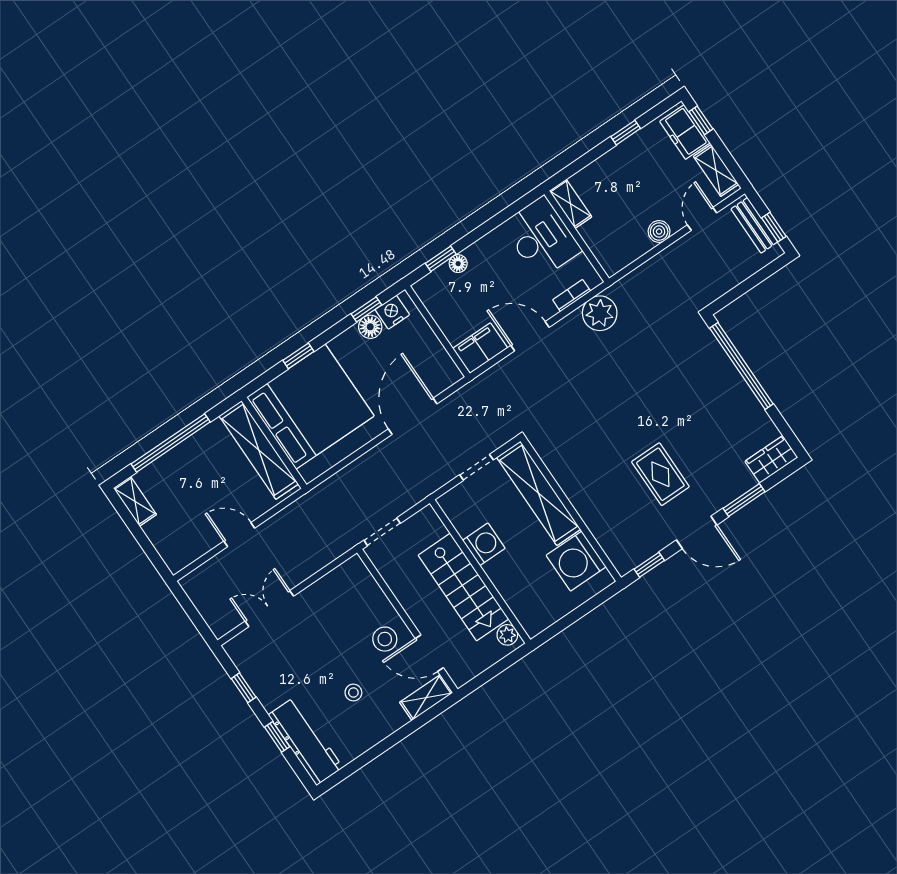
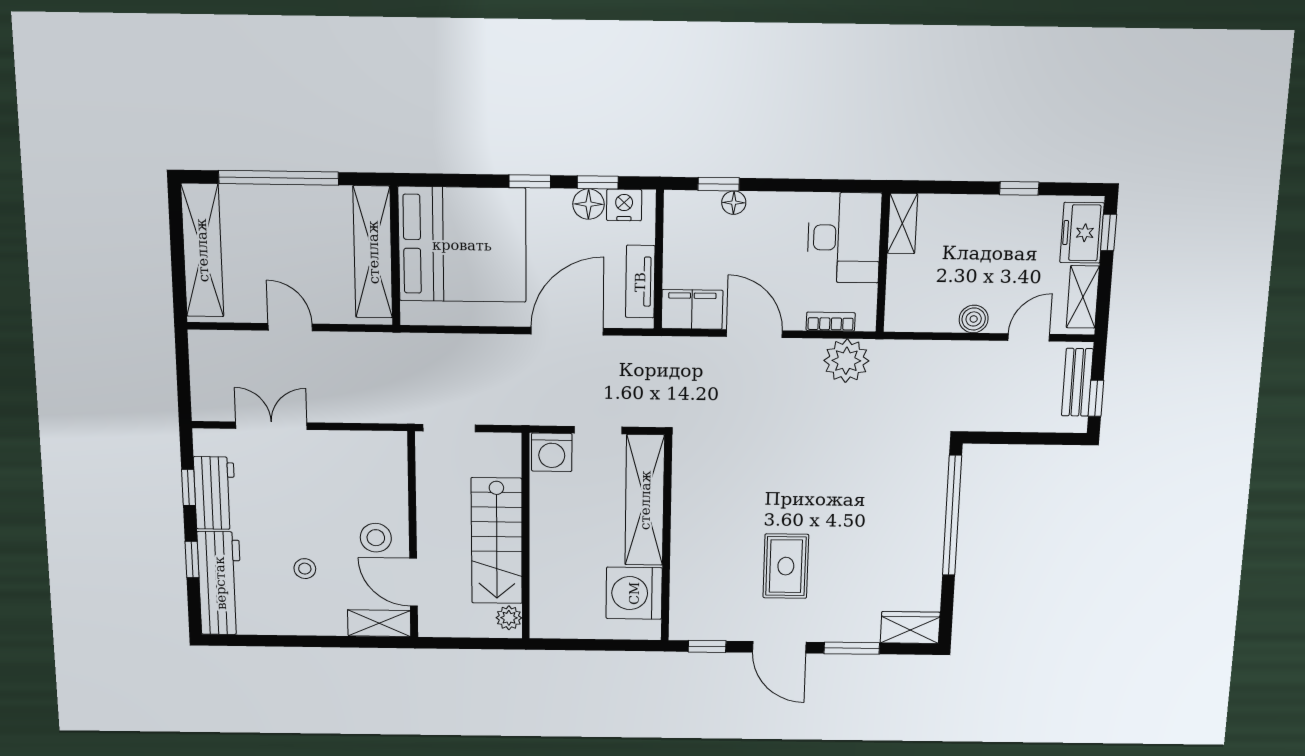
tv unit: (436, 353) -> (640, 282), added
window: (298, 356) -> (530, 181), moved
shelving: (135, 501) -> (202, 250), width x2.20, depth x1.33
washing machine: (484, 544) -> (552, 452), moved, turned 90
workbench: (263, 680) -> (215, 493), added

